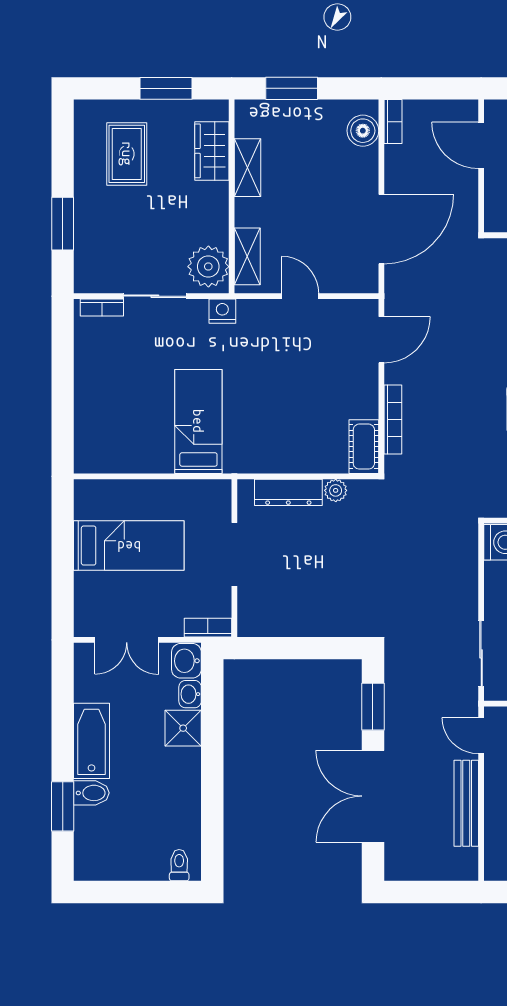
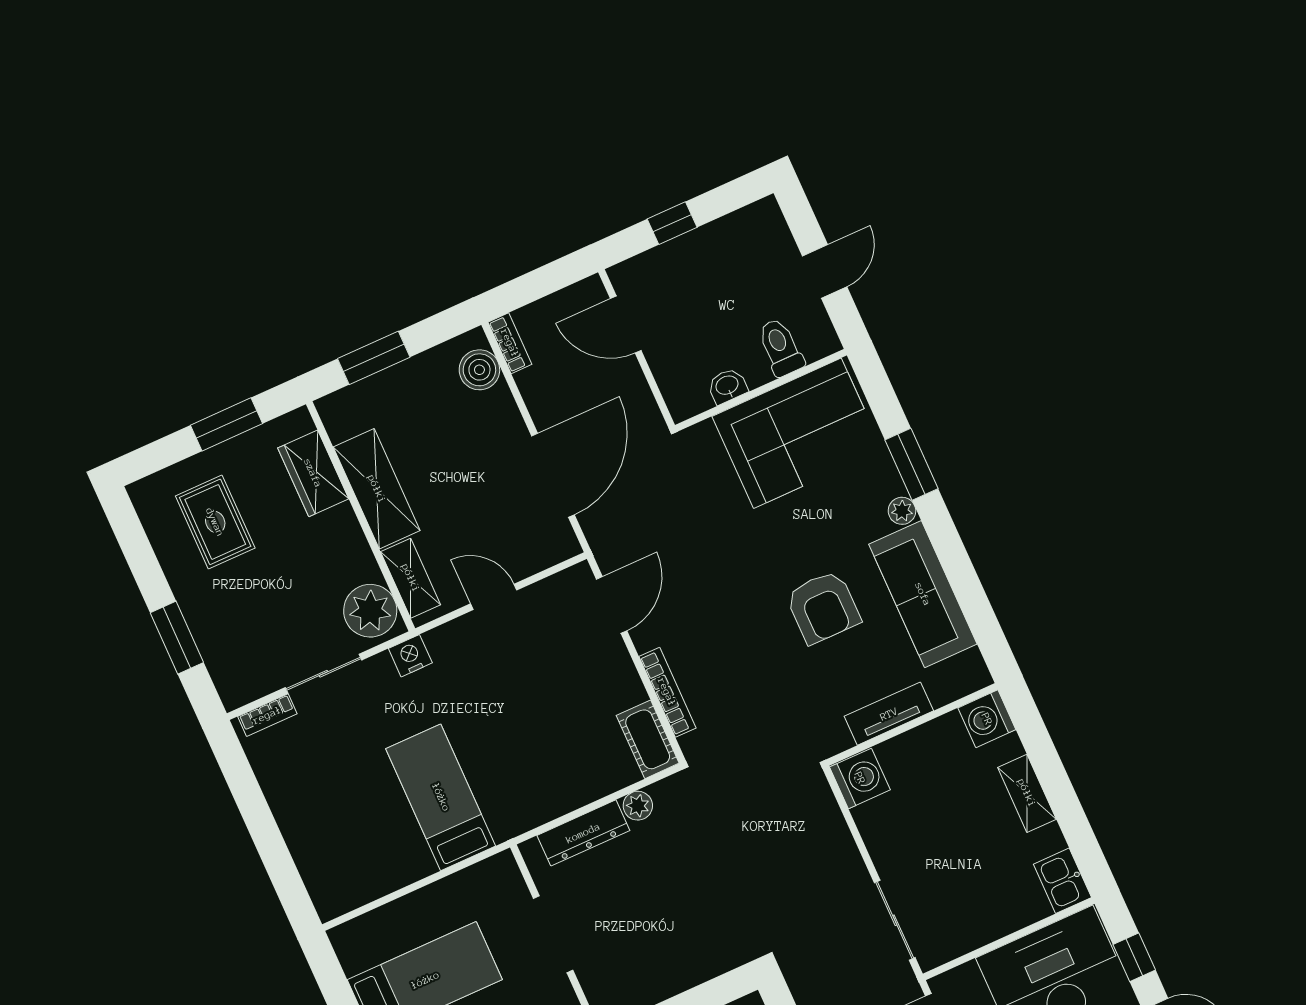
shelving: (248, 168) -> (377, 489), width x1.50, depth x1.33

